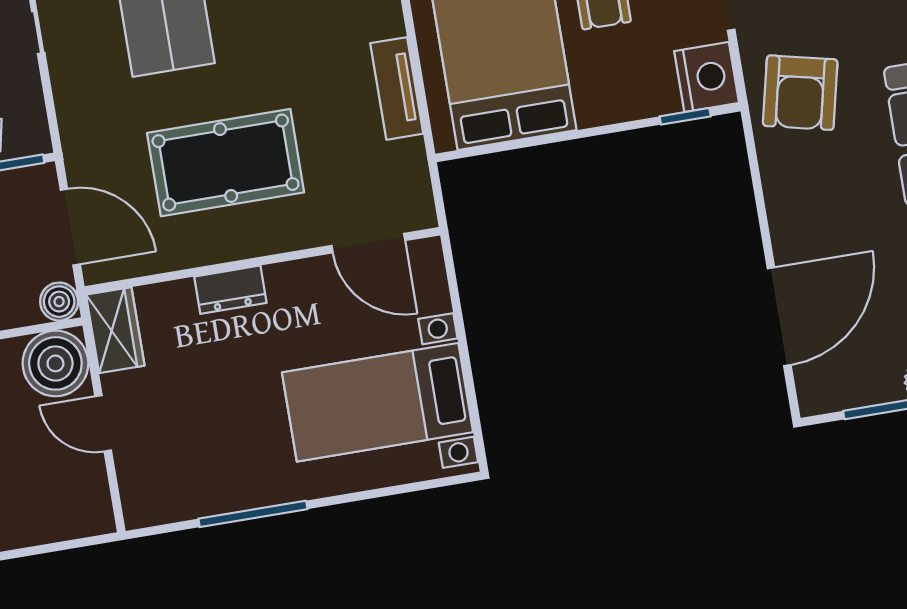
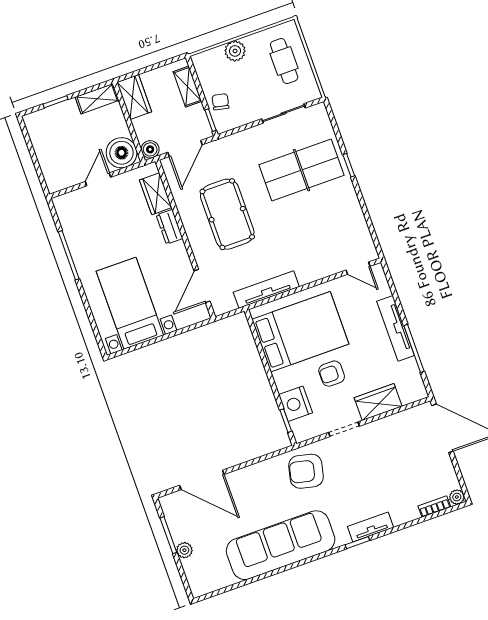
nightstand: (707, 77) -> (296, 404), moved, turned 90
tv unit: (397, 88) -> (266, 290), width x1.41
wardrobe: (115, 330) -> (156, 194), moved, turned 90

